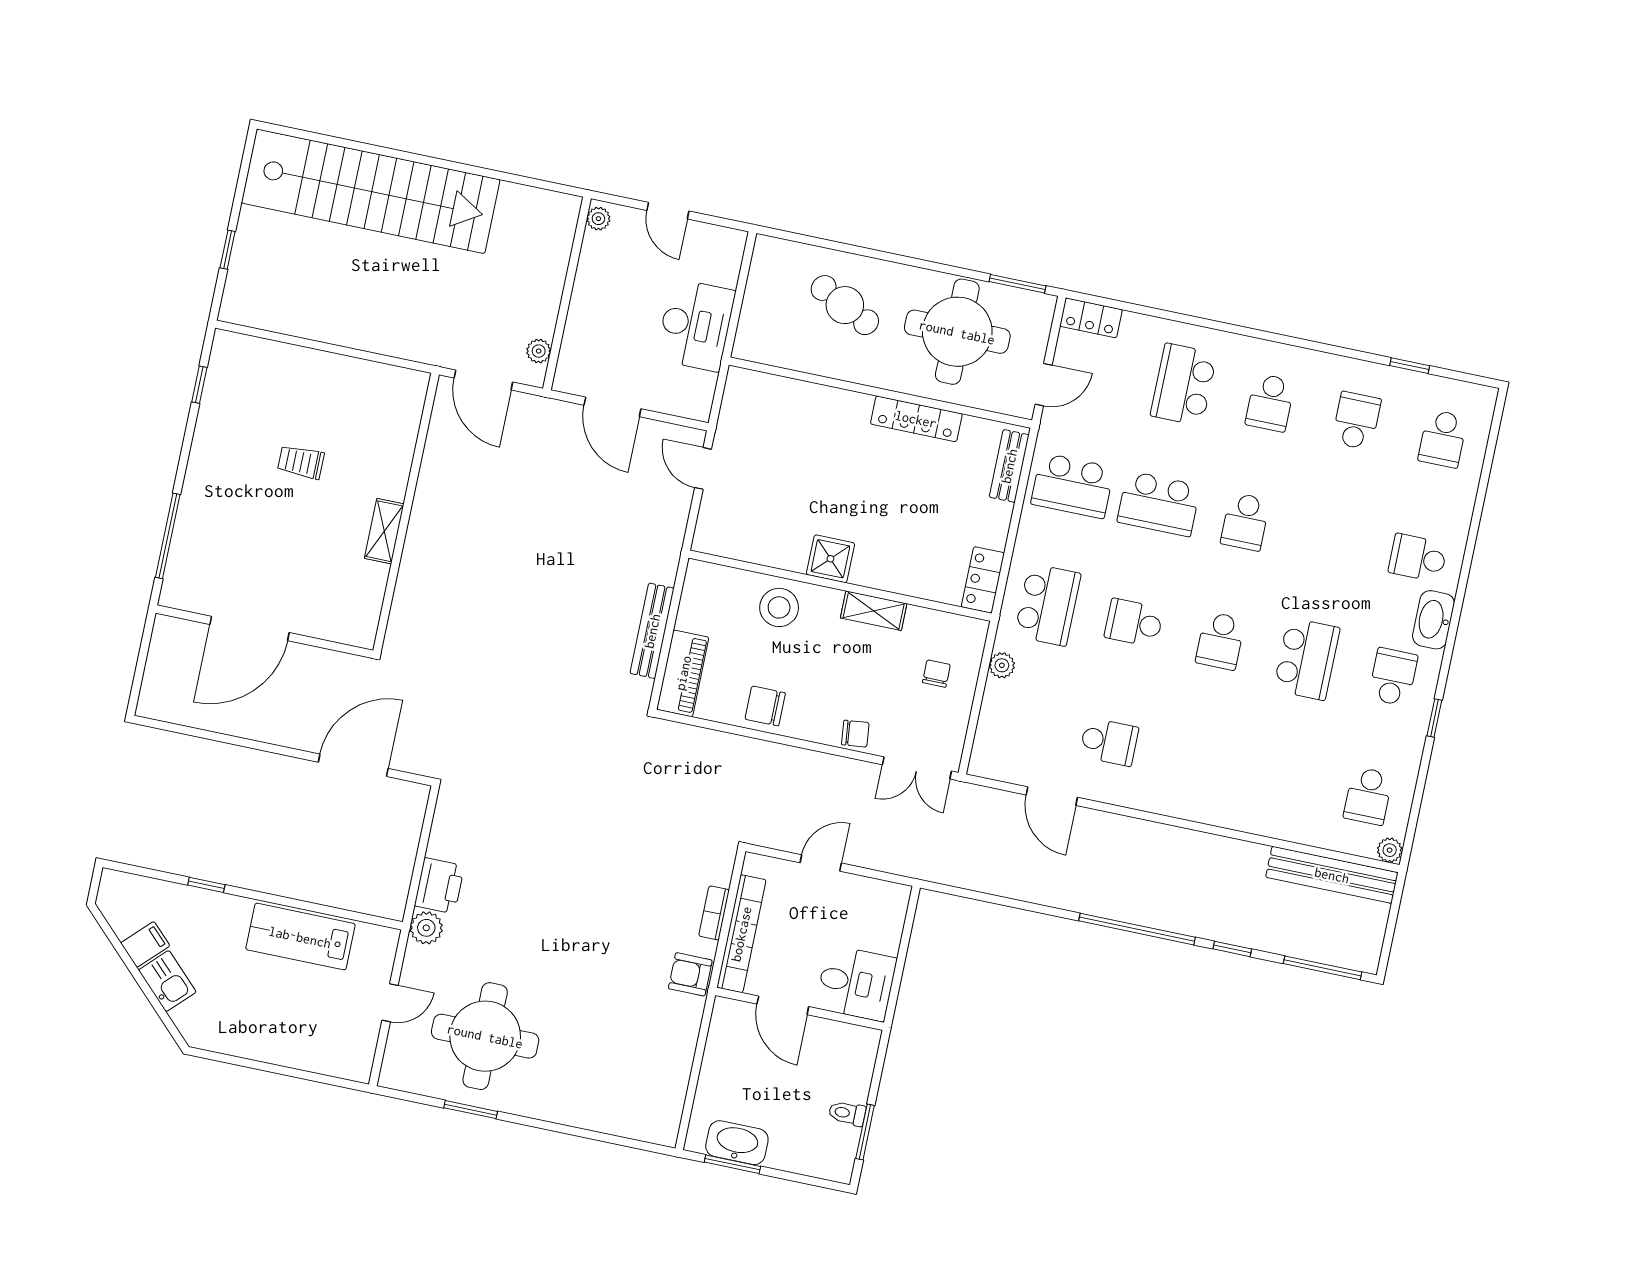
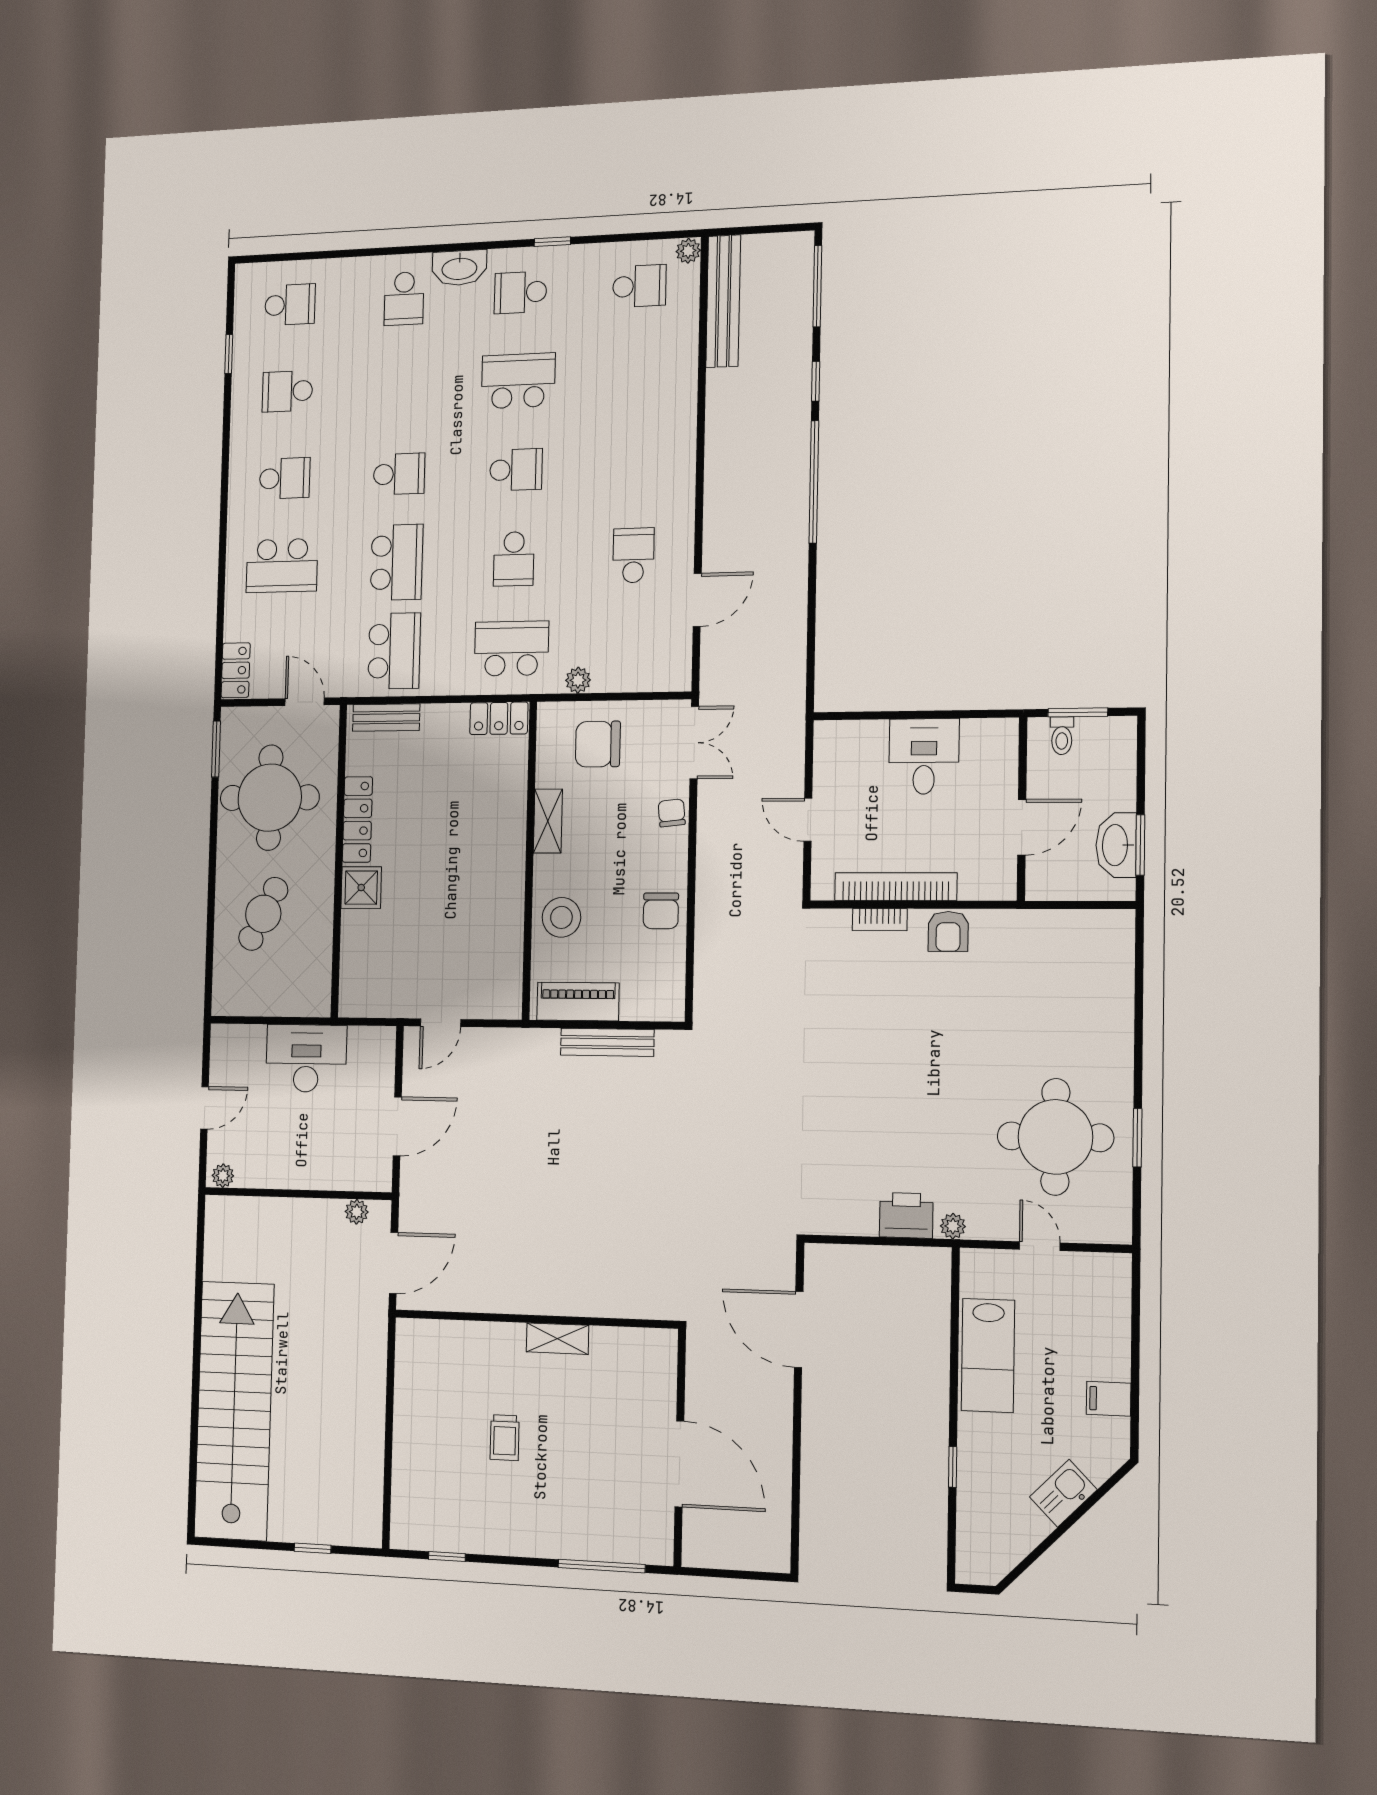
shower: (830, 559) -> (361, 888), moved
piano: (683, 673) -> (578, 1001), moved
chair: (936, 674) -> (598, 744), width x1.87, depth x1.87
plant: (426, 928) -> (953, 1226), width x0.73, depth x0.73
filing cabinet: (145, 944) -> (1109, 1399), moved, turned -45
door: (783, 1005) -> (1022, 827), moved
wall: (800, 1009) -> (1022, 809), moved

